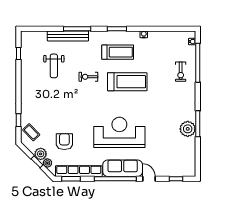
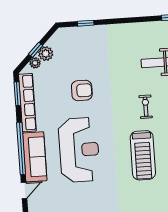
coffee table: (31, 132) -> (72, 40), removed
armchair: (64, 142) -> (82, 90), moved

